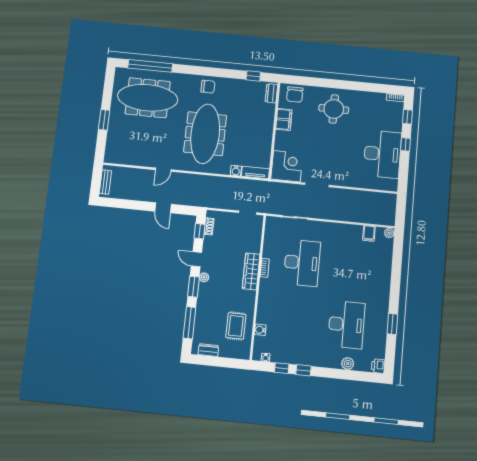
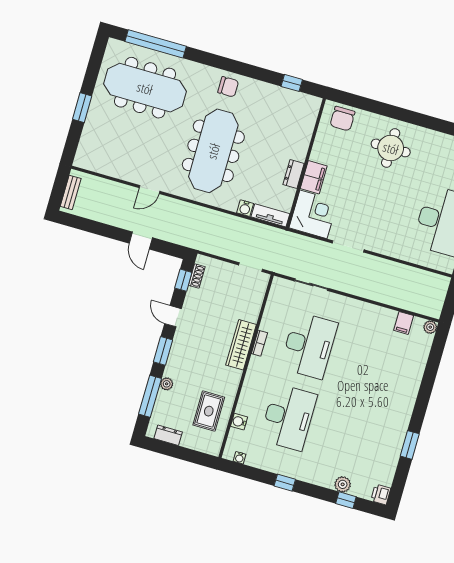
dresser: (271, 93) -> (293, 174), moved
filing cabinet: (284, 119) -> (314, 177), moved
plant: (204, 277) -> (167, 384), moved
desk: (346, 325) -> (288, 417), moved
window: (282, 368) -> (346, 500), moved

